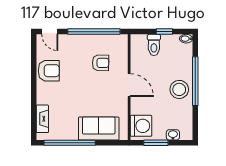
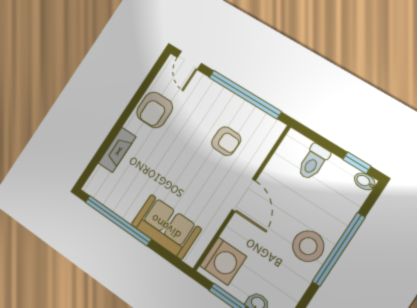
window: (164, 32) -> (357, 163), moved
armchair: (49, 71) -> (155, 110), turned 90
fireplace: (42, 119) -> (117, 150), moved

